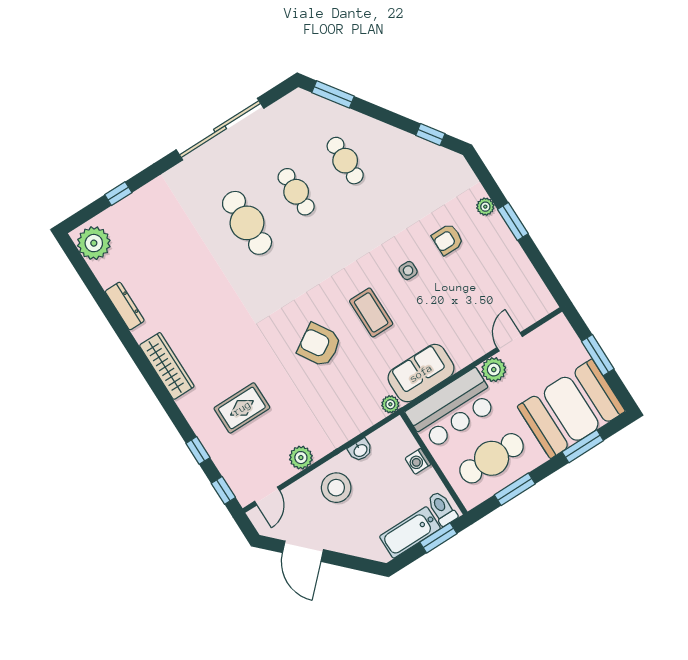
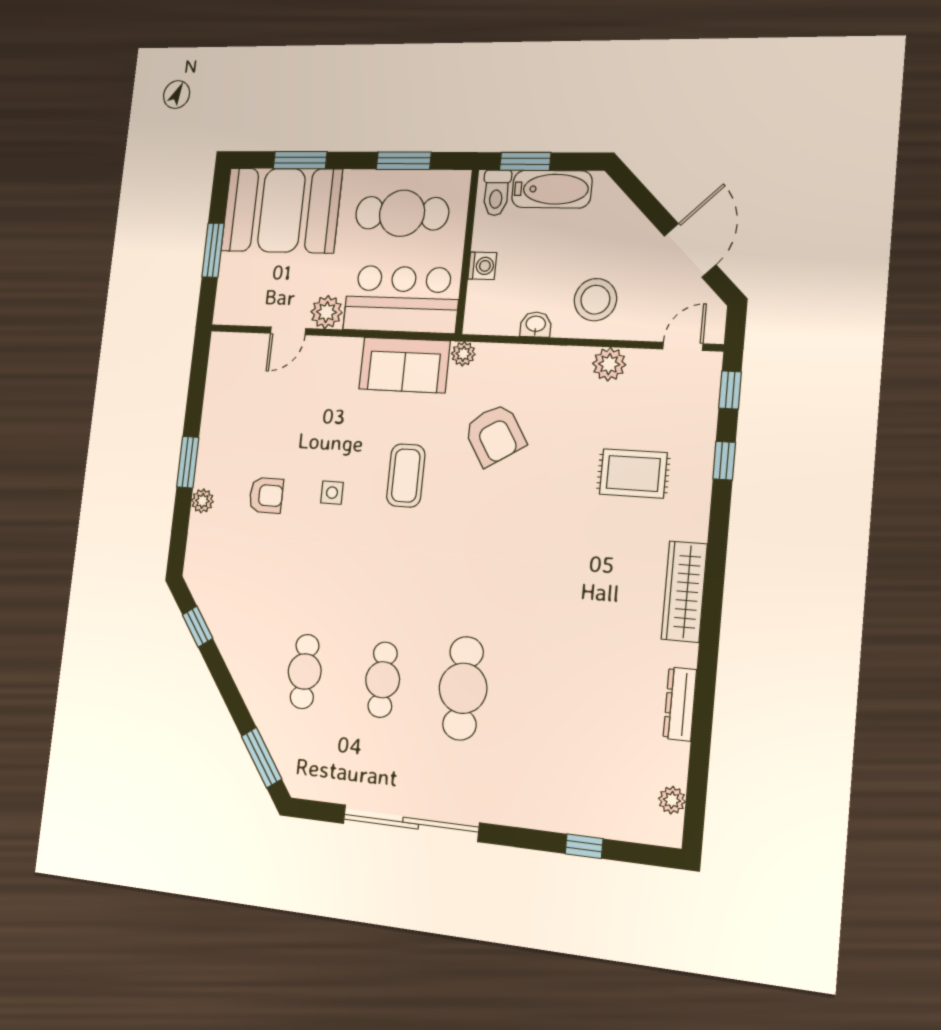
plant: (94, 243) -> (672, 800), width x0.53, depth x0.53
armchair: (319, 345) -> (495, 435), moved

